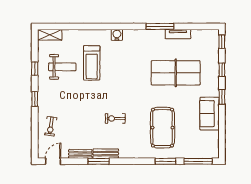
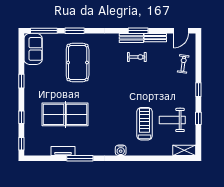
window: (222, 97) -> (21, 81), moved
sofa: (209, 114) -> (33, 49), moved
exercise bike: (115, 118) -> (137, 57), moved

